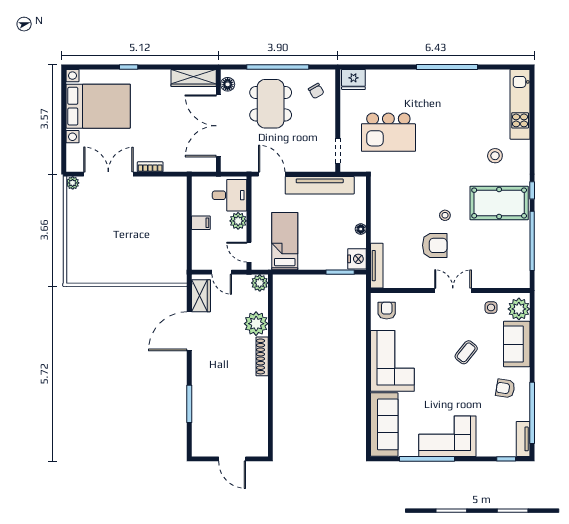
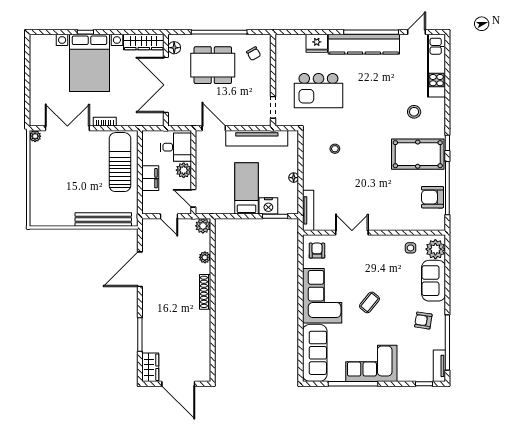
door: (498, 67) -> (417, 32), added
fridge: (353, 79) -> (317, 43), moved
kitchen counter: (439, 80) -> (364, 44), added
dining table: (271, 104) -> (213, 65), turned 90
bed with nightstands: (98, 106) -> (89, 63), moved, turned 90
sun lounger: (167, 212) -> (120, 162), added
stool: (445, 215) -> (335, 149), moved
filing cabinet: (201, 223) -> (150, 178), width x2.00
bed: (285, 241) -> (247, 188), moved
armchair: (435, 245) -> (432, 197), moved, turned 180
nightstand: (357, 259) -> (268, 206), moved, turned 90
bench: (149, 276) -> (103, 220), added
double door: (453, 291) -> (352, 233), moved
wardrobe: (201, 296) -> (150, 367), moved
plant: (256, 324) -> (205, 257), width x0.53, depth x0.53
coffee table: (466, 352) -> (369, 302), moved
door: (232, 459) -> (178, 384), width x1.36

